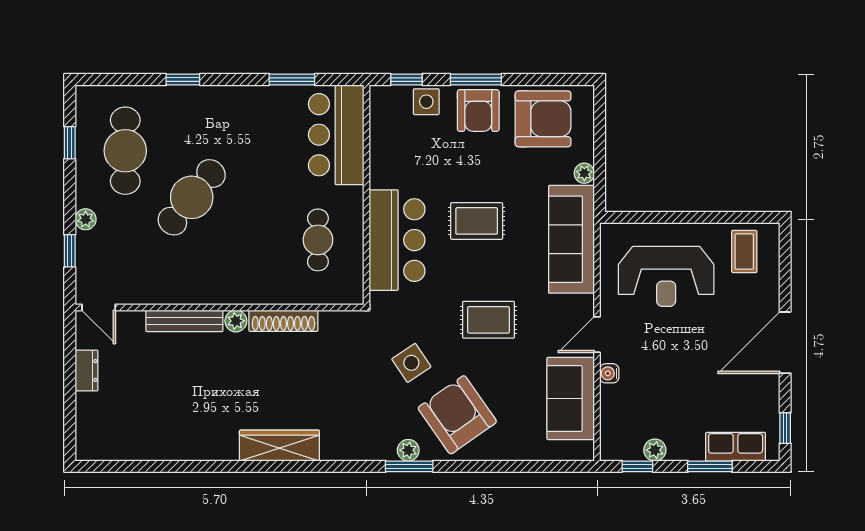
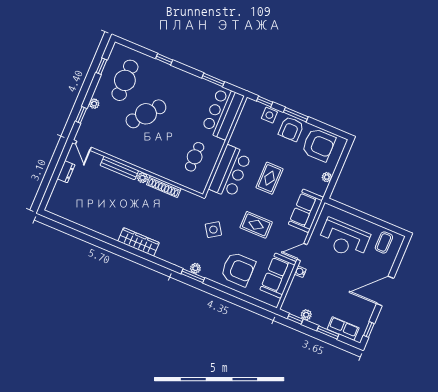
rug: (477, 221) -> (269, 178), turned 90
sofa: (571, 239) -> (306, 211), width x0.73
armchair: (457, 415) -> (238, 269), moved, turned 125

